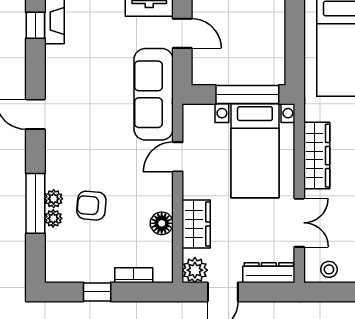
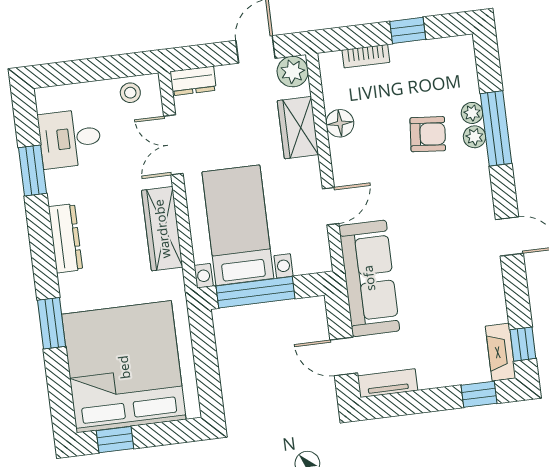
dresser: (269, 273) -> (193, 81), width x0.70

